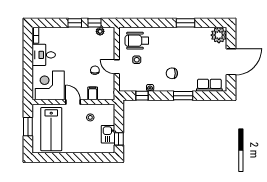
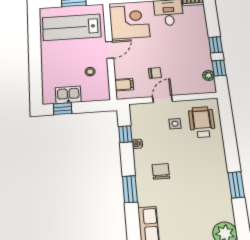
filing cabinet: (93, 93) -> (124, 85), moved

